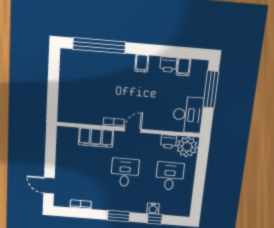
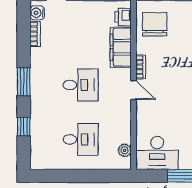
chair: (78, 108) -> (155, 24), added
printer: (169, 142) -> (123, 17), moved
plant: (187, 147) -> (125, 150), width x0.53, depth x0.53
water cooler: (153, 209) -> (37, 13), moved

